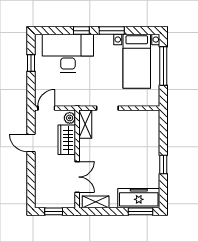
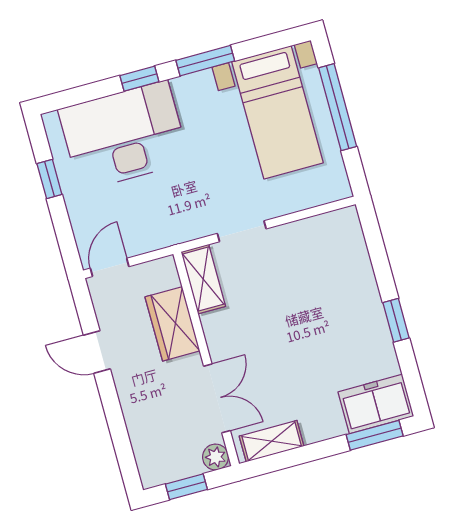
plant: (70, 118) -> (216, 457), moved
freezer: (139, 198) -> (376, 404), width x0.71

